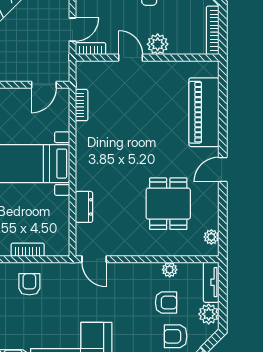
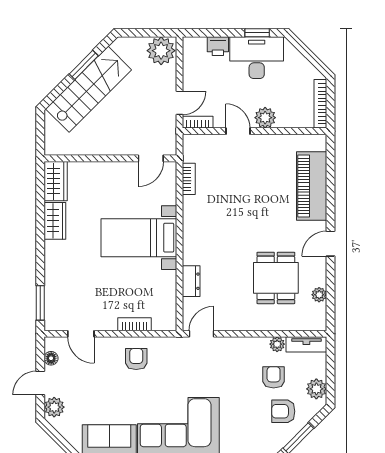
plant: (211, 237) -> (319, 295), moved
door: (94, 259) -> (201, 334), swing flipped
tv unit: (211, 282) -> (306, 344), moved, turned -90
armchair: (166, 303) -> (274, 377), turned -90

